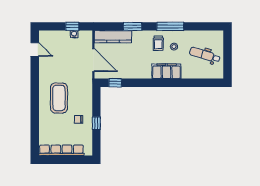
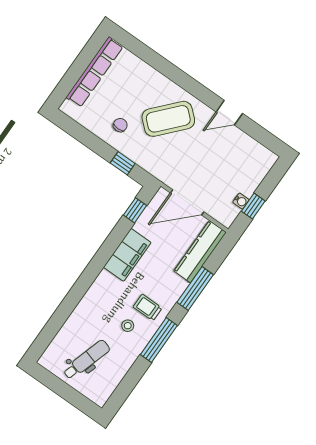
window: (133, 26) -> (195, 288), width x1.44
door: (35, 50) -> (229, 113), moved
filing cabinet: (166, 71) -> (127, 255), moved
coffee table: (59, 98) -> (168, 119), turned -48
window: (96, 123) -> (123, 163), moved

